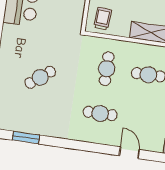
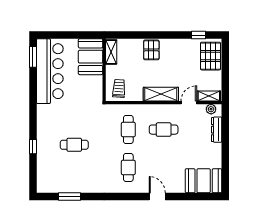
cafe table: (40, 77) -> (74, 145), turned 38
cafe table: (100, 113) -> (128, 167), turned 90

